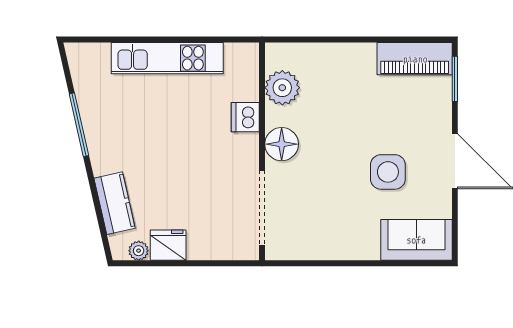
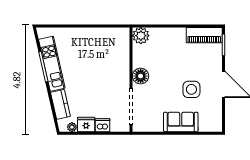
kitchen unit: (167, 58) -> (52, 64), moved, turned -103
plant: (282, 88) -> (141, 36), moved
dishwasher: (245, 117) -> (103, 125), moved, turned 90
sofa: (416, 240) -> (181, 122), moved

